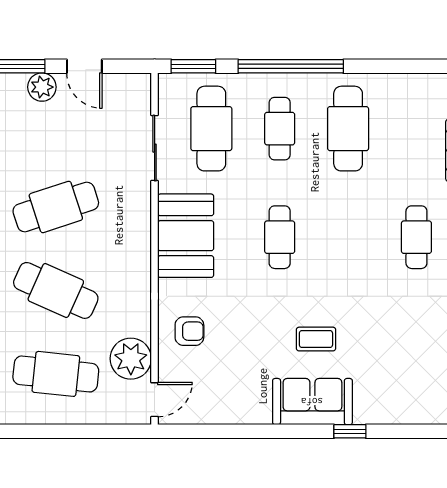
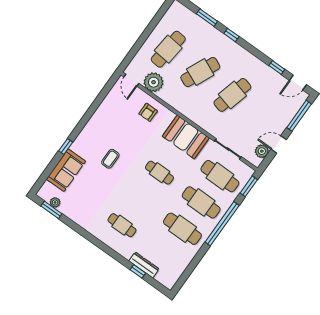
plant: (42, 87) -> (262, 151), moved
cafe table: (280, 129) -> (201, 202), width x1.37, depth x1.35
cafe table: (56, 207) -> (232, 95), turned 33
sofa: (312, 402) -> (66, 170), moved

